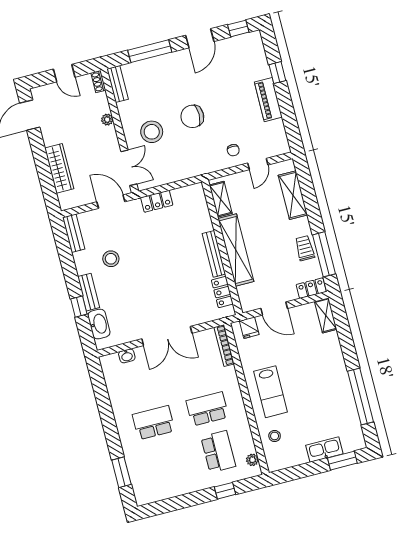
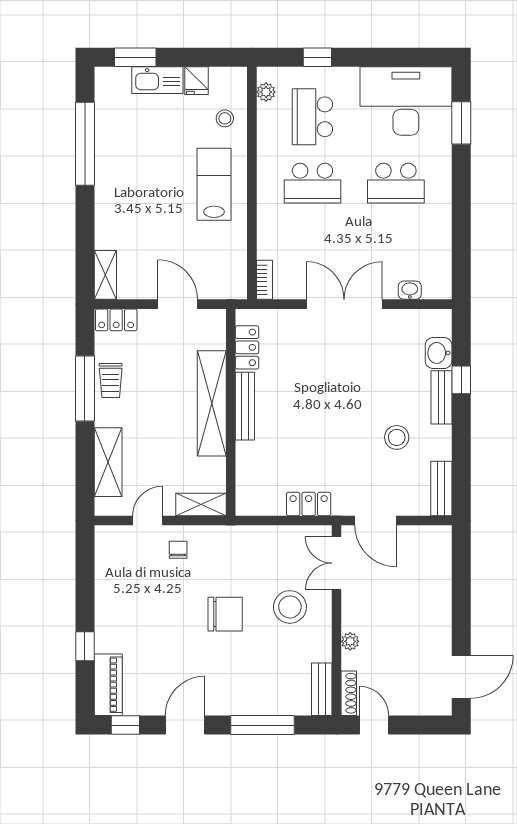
door: (64, 73) -> (374, 725), moved
shoe rack: (98, 82) -> (349, 693), width x1.43
piano: (268, 100) -> (108, 685), moved
wardrobe: (59, 168) -> (438, 588), removed
shelving: (221, 199) -> (201, 504), moved, turned 90
window: (324, 254) -> (85, 388), moved
washbasin: (99, 324) -> (439, 353), width x0.72
fridge: (249, 328) -> (197, 81), moved, turned 180
bookcase: (224, 346) -> (264, 280), width x0.64
desk: (161, 477) -> (406, 101), added

